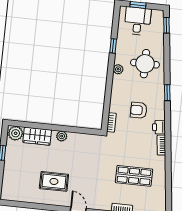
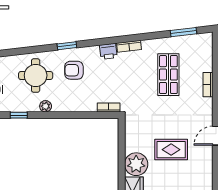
armchair: (139, 110) -> (74, 70), moved, turned 90
plant: (62, 136) -> (136, 164), width x1.88, depth x1.88
rug: (54, 181) -> (171, 150), moved, turned 90
window: (168, 192) -> (183, 32), added

